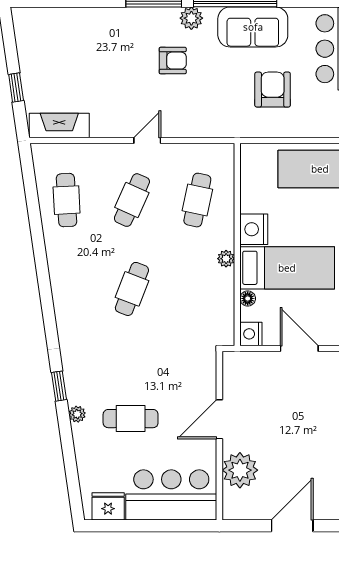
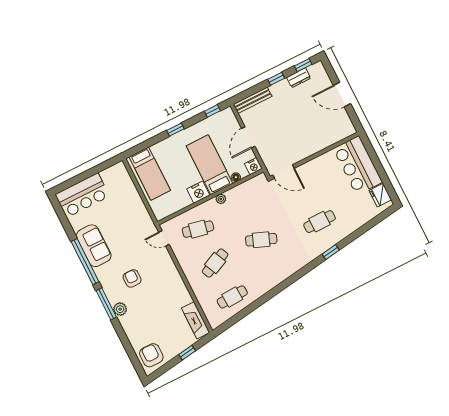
plant: (191, 18) -> (120, 309), moved
armchair: (273, 90) -> (151, 355), moved, turned 90
door: (147, 141) -> (164, 238), moved
cafe table: (132, 200) -> (215, 263), turned -48
plant: (77, 414) -> (340, 235), removed
cafe table: (131, 419) -> (320, 222), moved, turned 90
door: (219, 419) -> (284, 172), moved
plant: (240, 470) -> (327, 136), removed

